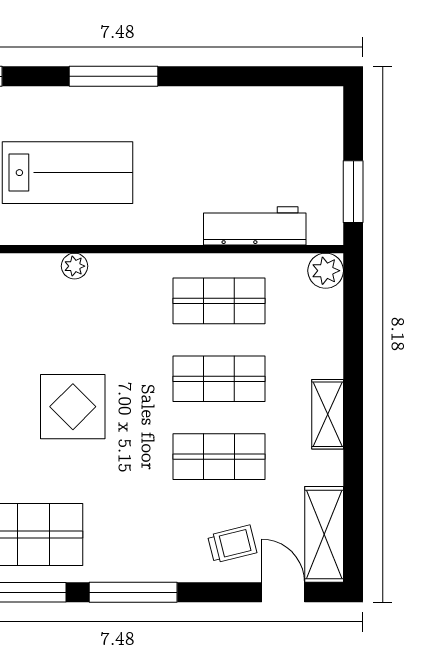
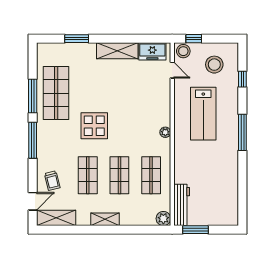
workbench: (255, 226) -> (182, 205), moved
plant: (75, 266) -> (165, 132), moved
display table: (73, 407) -> (94, 126), moved

